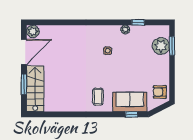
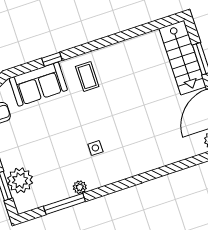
window: (138, 22) -> (64, 204), width x2.17
window: (132, 114) -> (52, 59), moved

